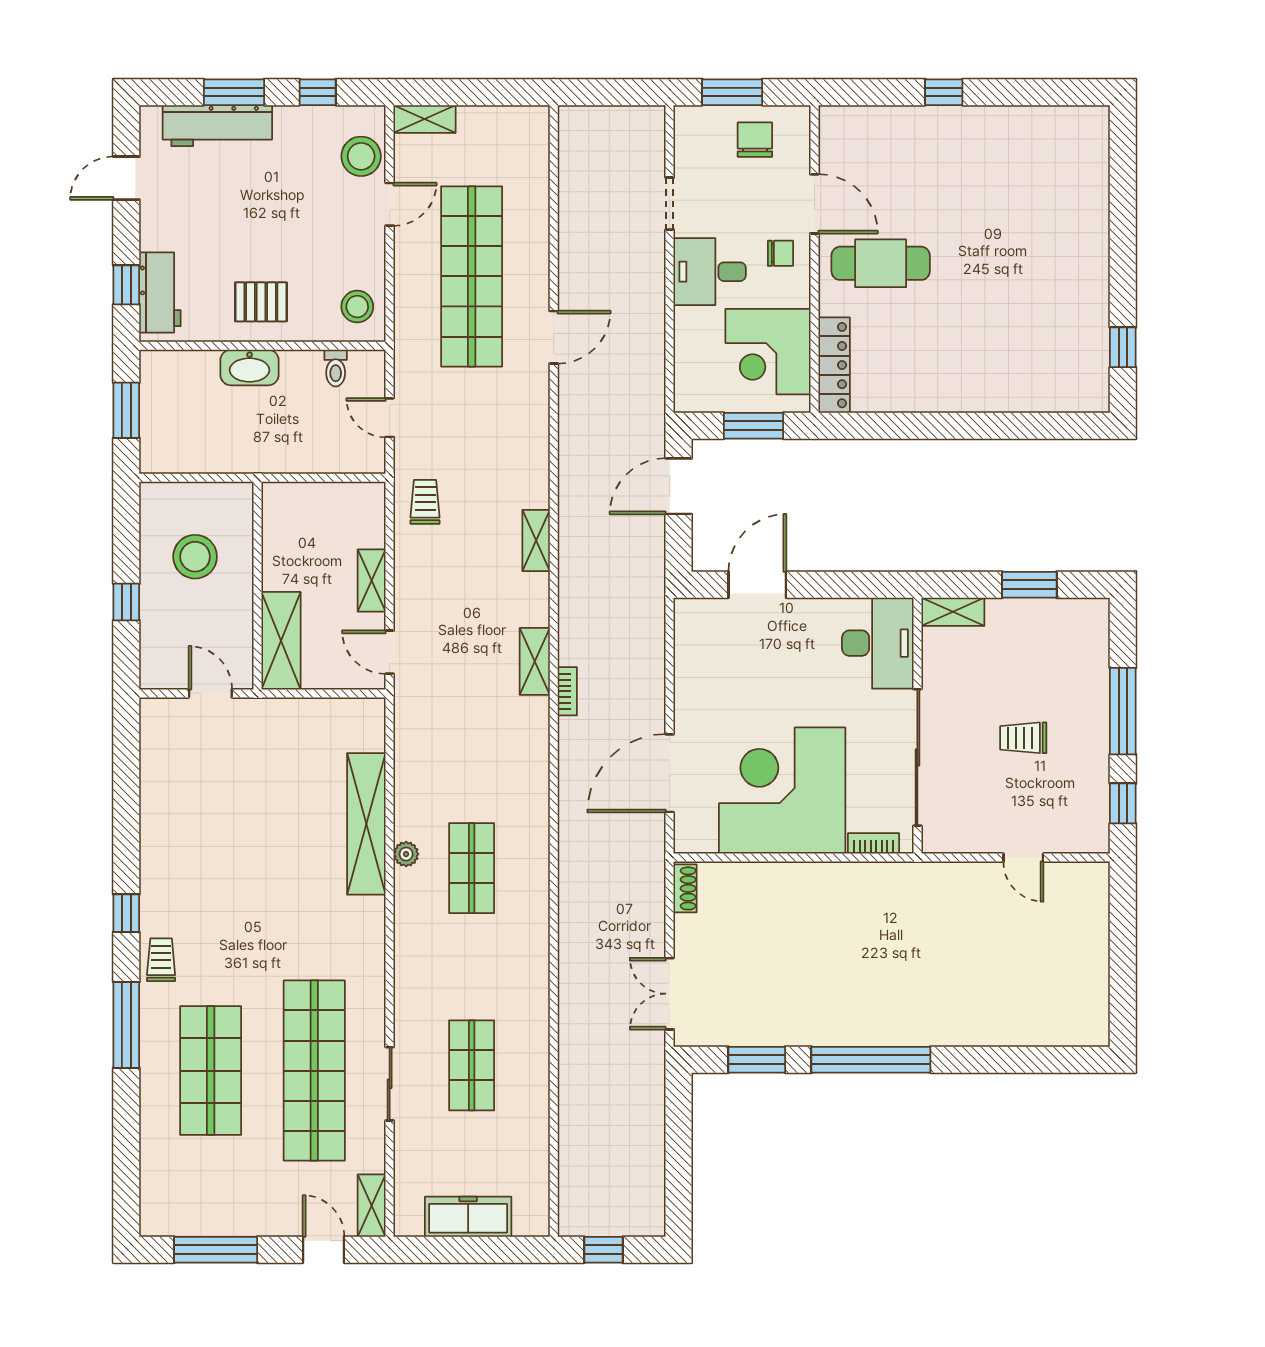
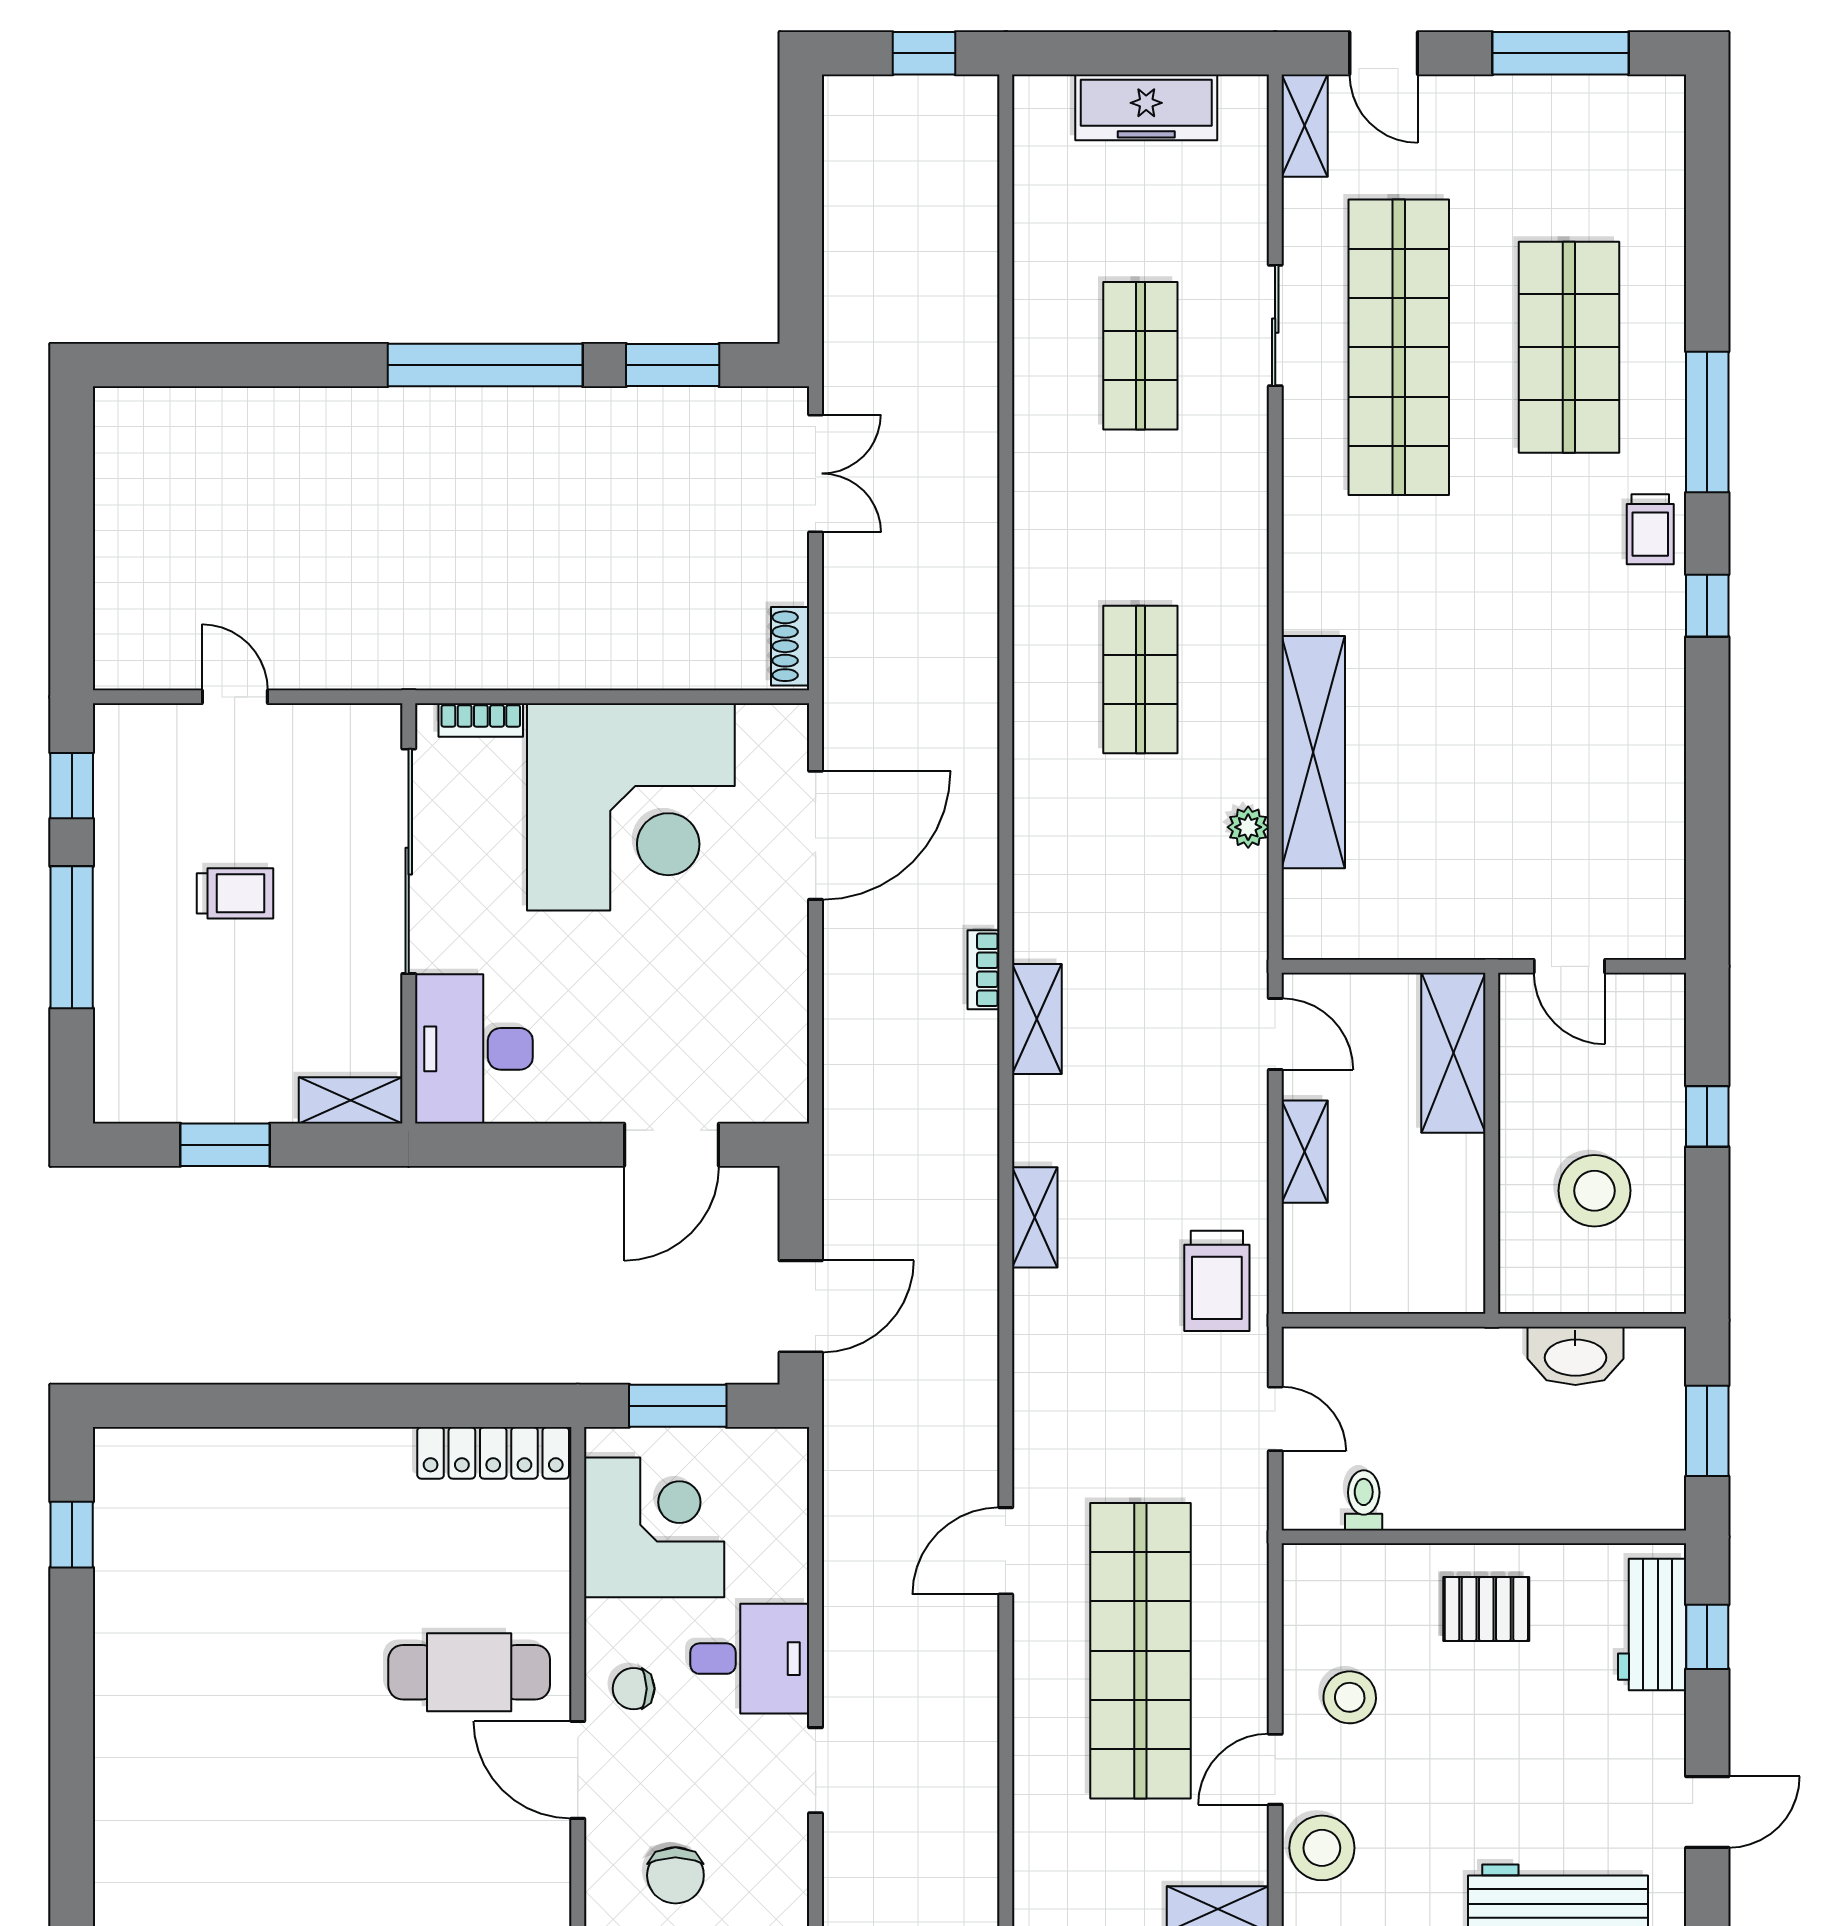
stool: (357, 307) -> (1350, 1697), moved
locker: (834, 365) -> (493, 1453), moved, turned -90
washbasin: (250, 368) -> (1575, 1356), moved, turned 180
trolley: (425, 502) -> (1217, 1281), width x1.36, depth x1.39
plant: (406, 854) -> (1248, 827), moved

